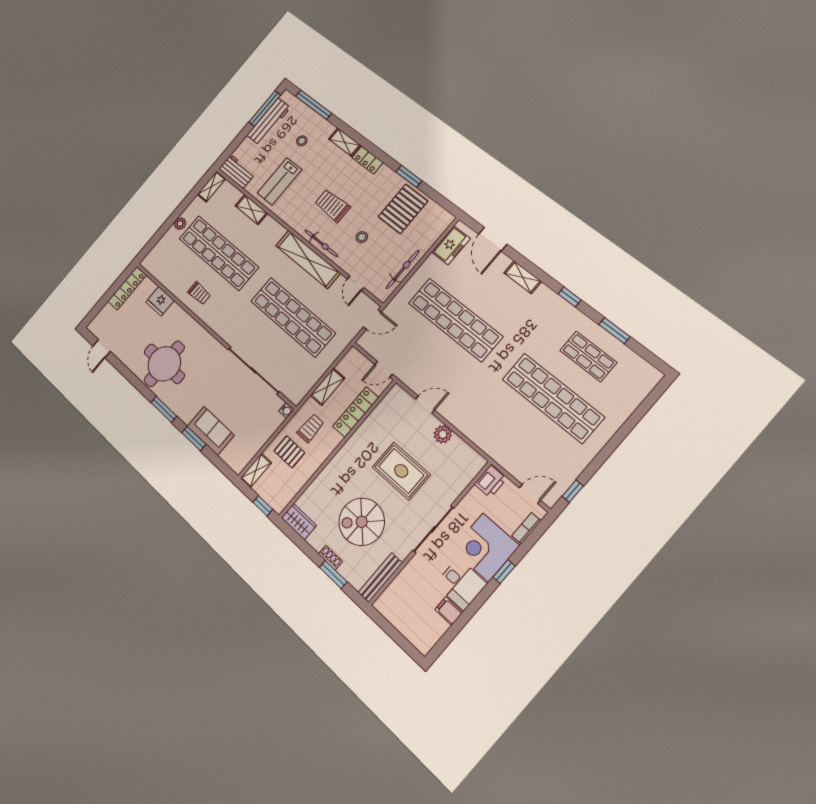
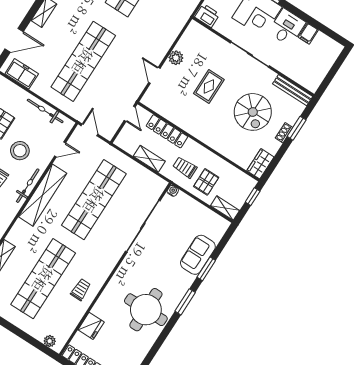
plant: (180, 224) -> (50, 341), moved
stool: (362, 237) -> (20, 151), width x1.89, depth x1.89
rug: (401, 471) -> (209, 86), width x0.73, depth x0.70

